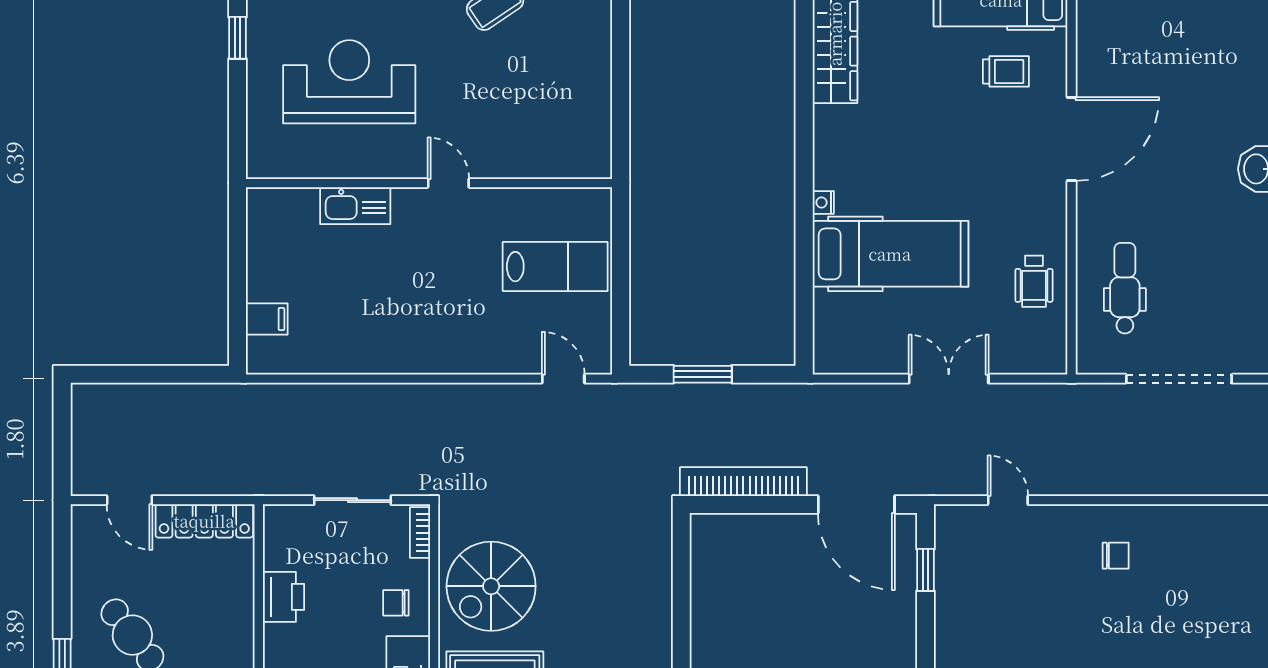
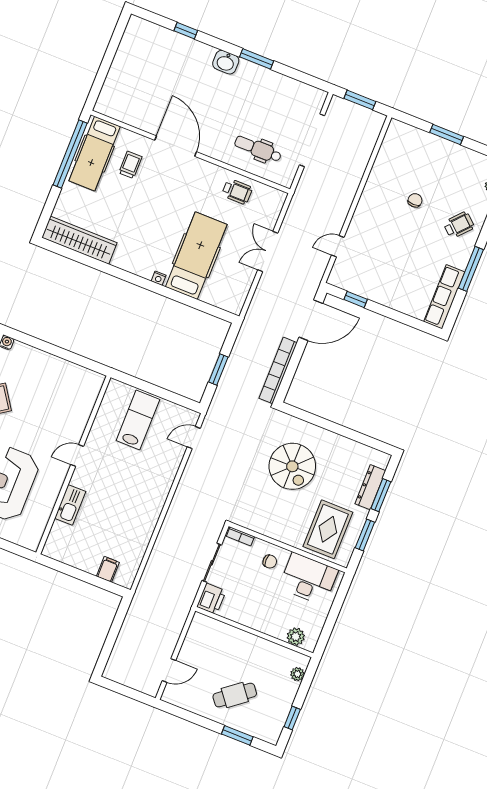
locker: (204, 521) -> (193, 638), removed
chair: (1116, 556) -> (415, 200), moved
spiral stairs: (491, 586) -> (292, 466), moved
printer: (283, 597) -> (211, 599), moved, turned 90
chair: (396, 603) -> (270, 562), turned -90

